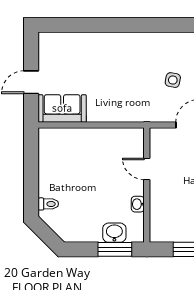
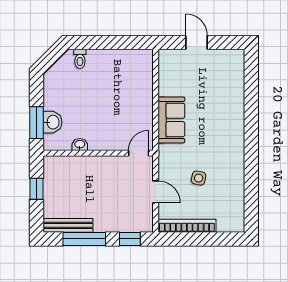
sofa: (62, 108) -> (171, 120), moved
door: (147, 169) -> (139, 153), moved

